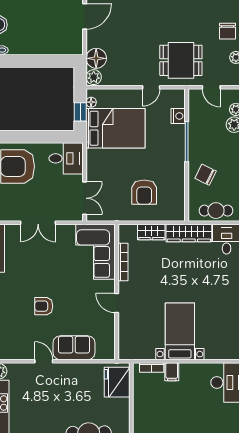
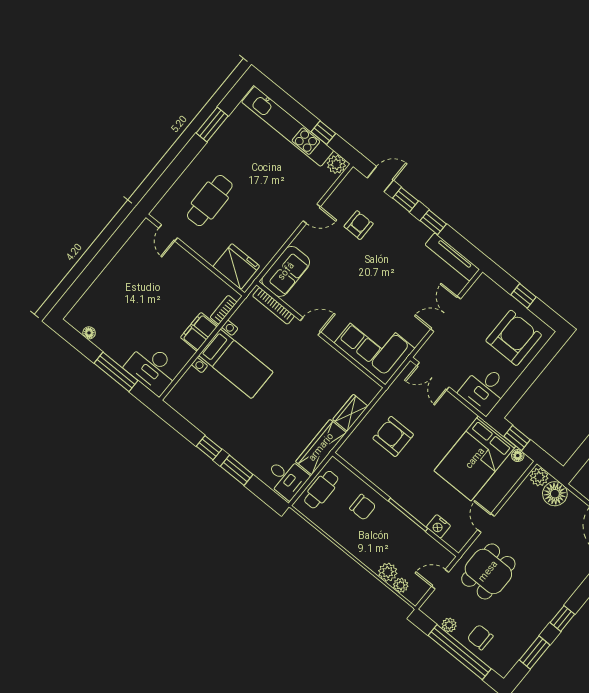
chair: (206, 175) -> (363, 507), turned 64
bookcase: (123, 262) -> (273, 306), moved
armchair: (44, 306) -> (359, 225), moved
sofa: (74, 348) -> (286, 271), moved
filing cabinet: (172, 372) -> (199, 332), width x2.00

